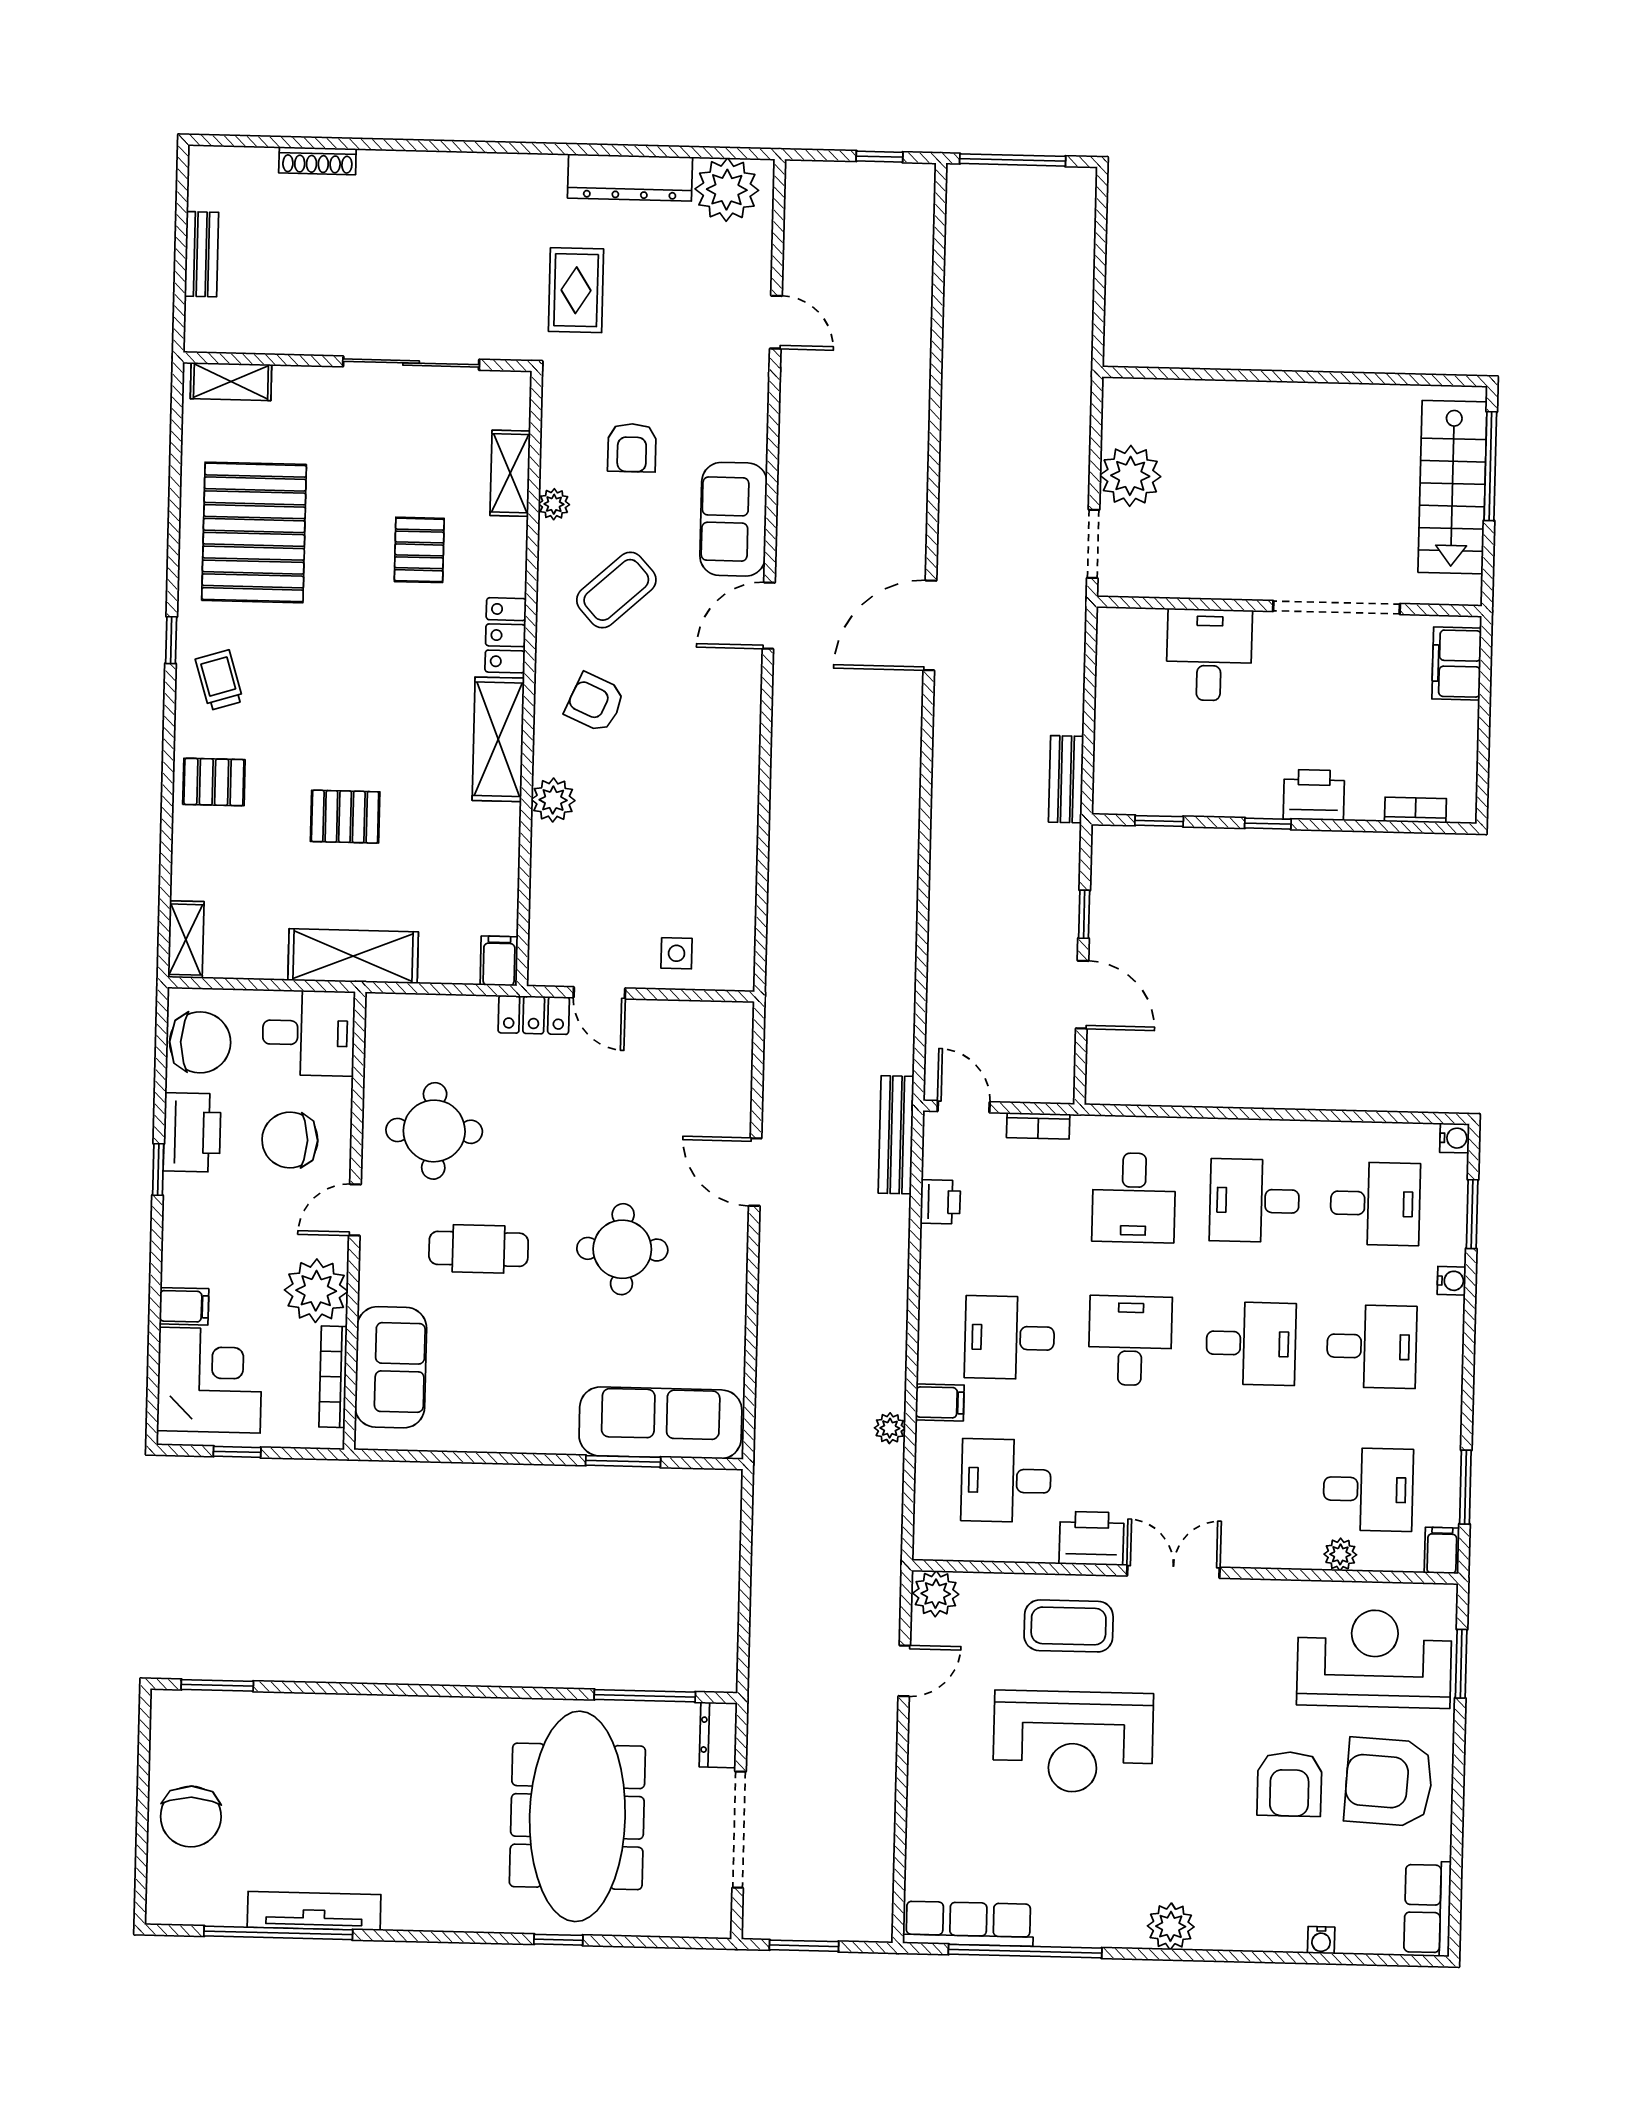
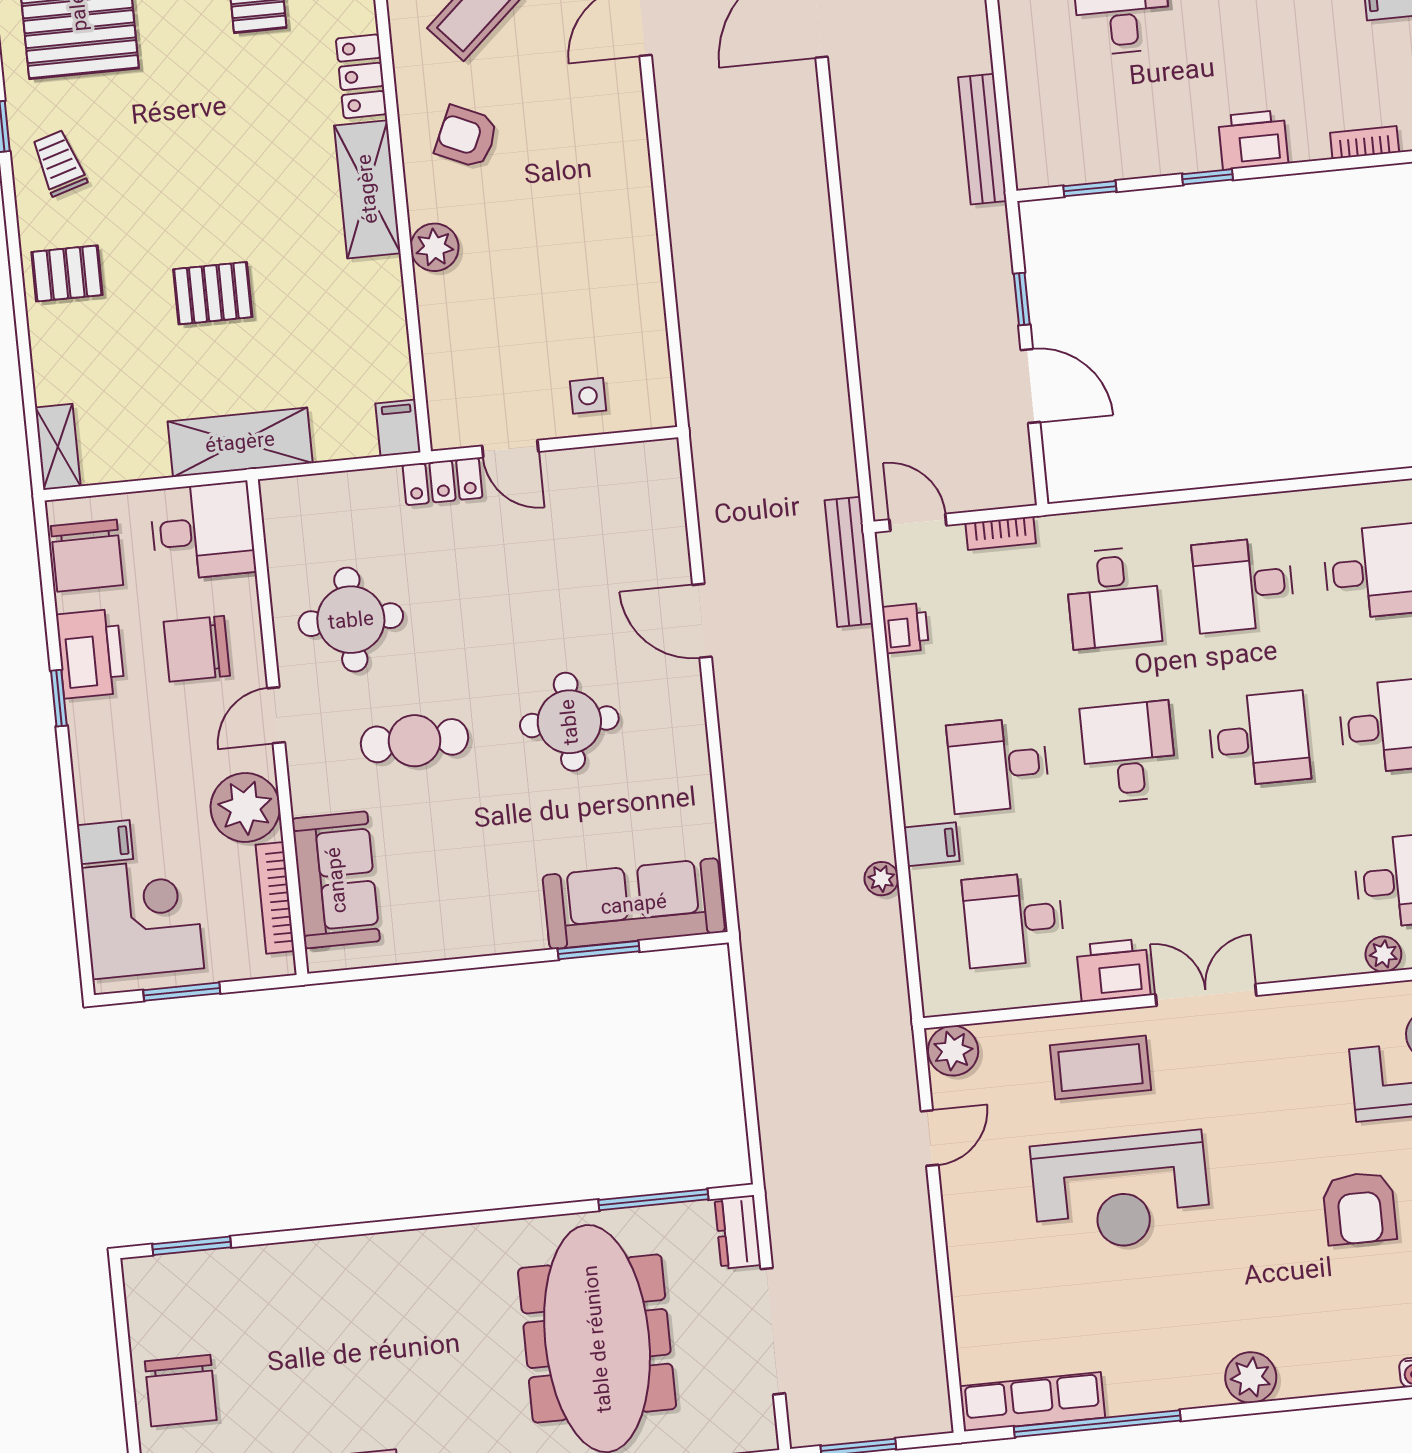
bench: (1066, 779) -> (982, 139), width x1.36
chair: (200, 1042) -> (87, 556), turned 90
window: (237, 1452) -> (182, 992), width x1.50

